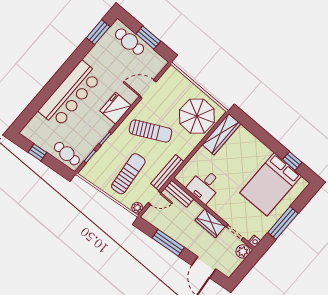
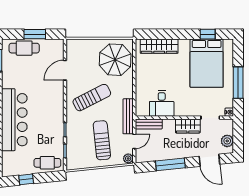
fridge: (116, 108) -> (54, 102), removed
wardrobe: (221, 134) -> (159, 46), moved, turned 90
plant: (243, 251) -> (227, 141), moved

